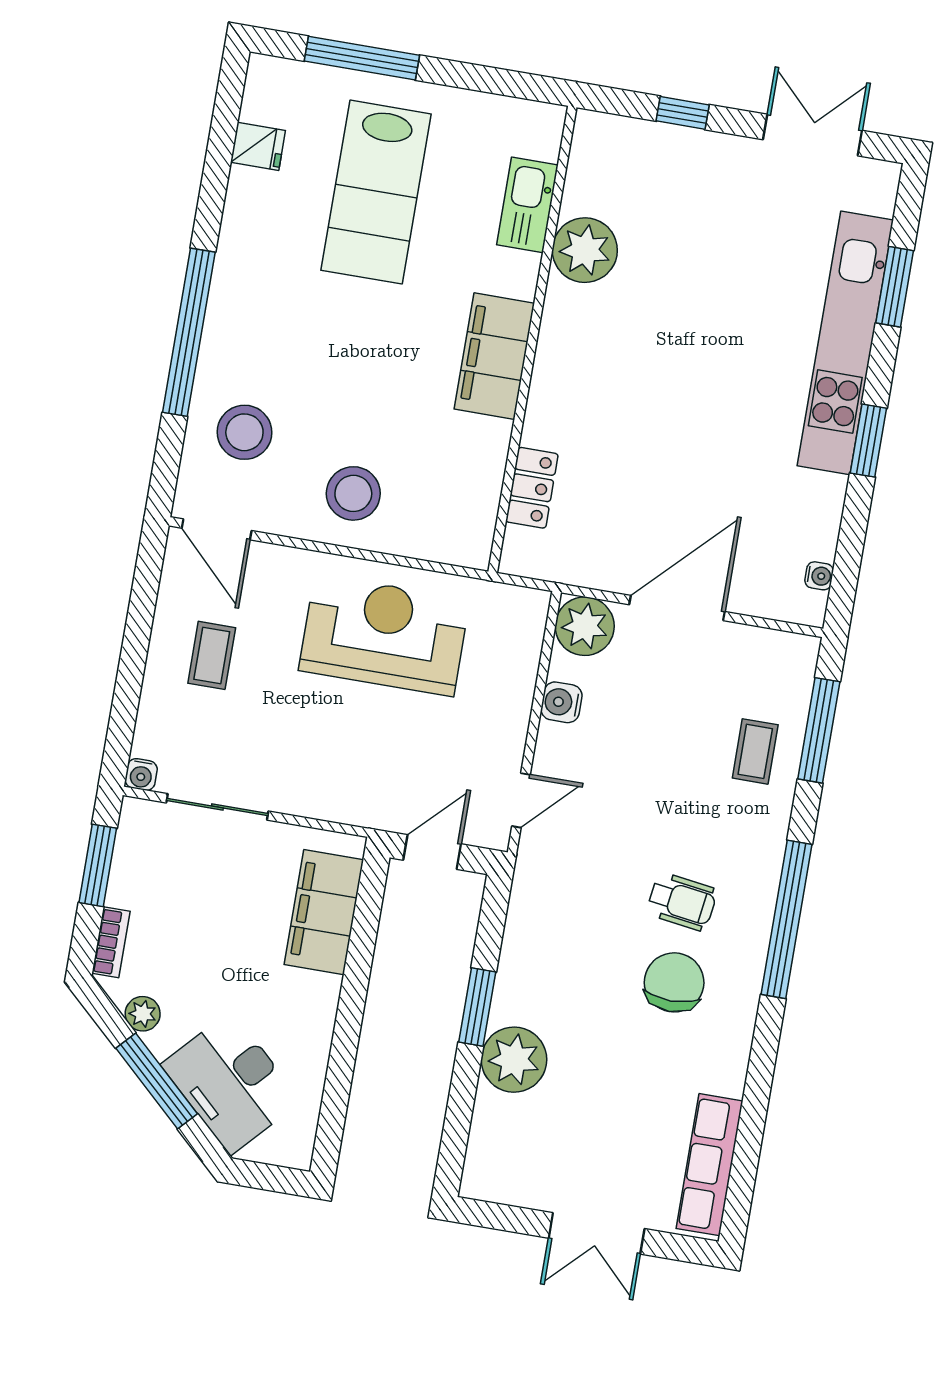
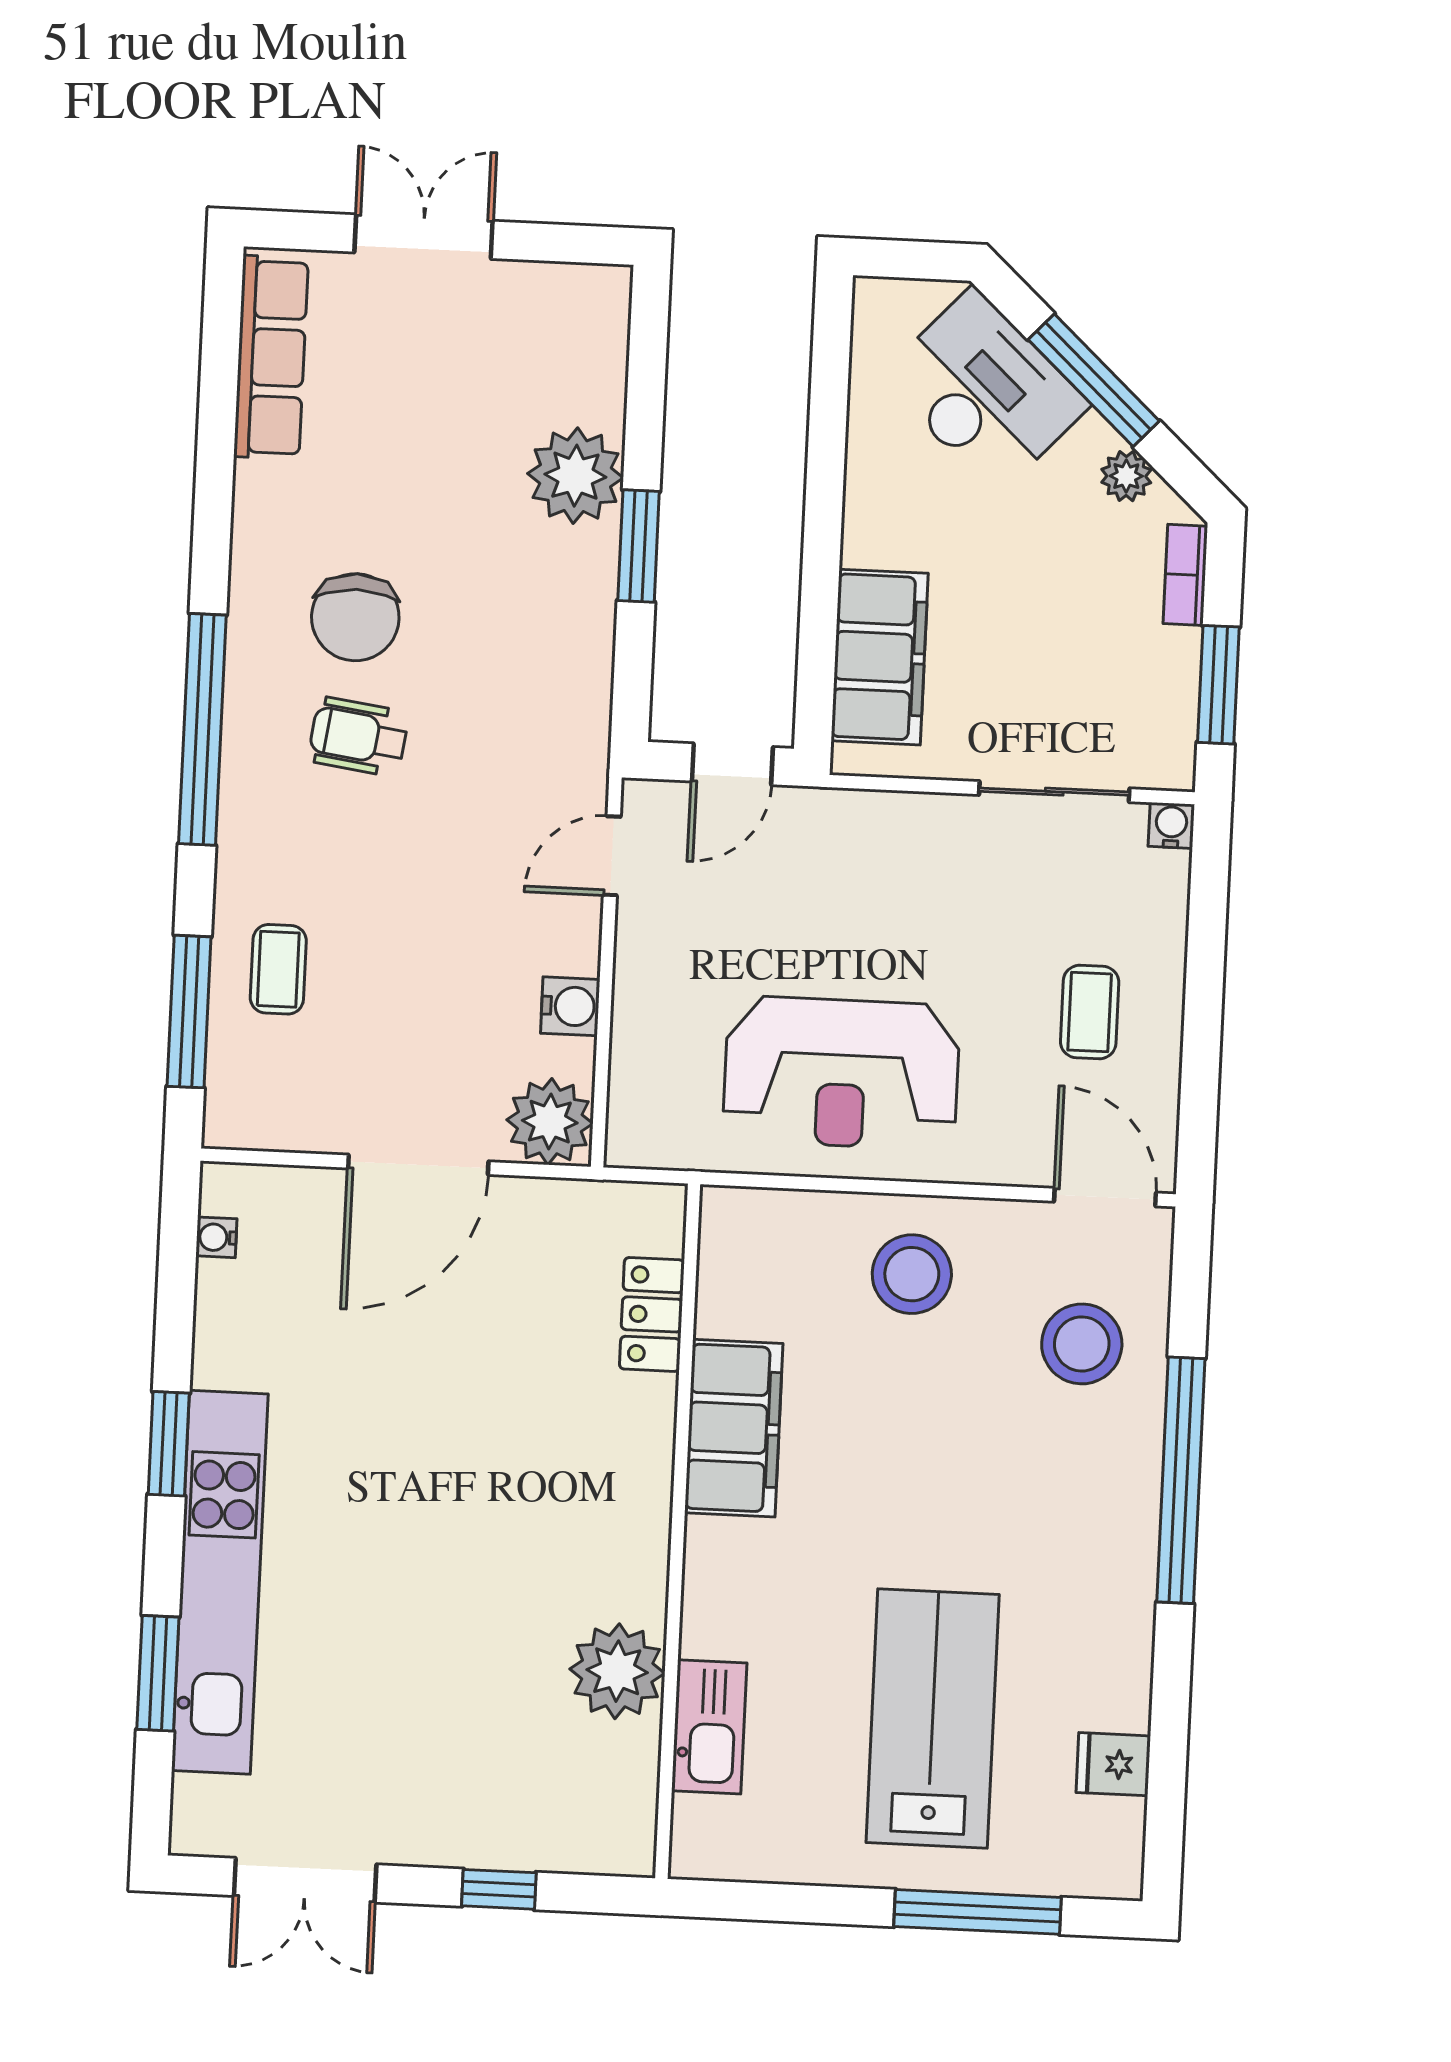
filing cabinet: (494, 356) -> (734, 1428), moved

